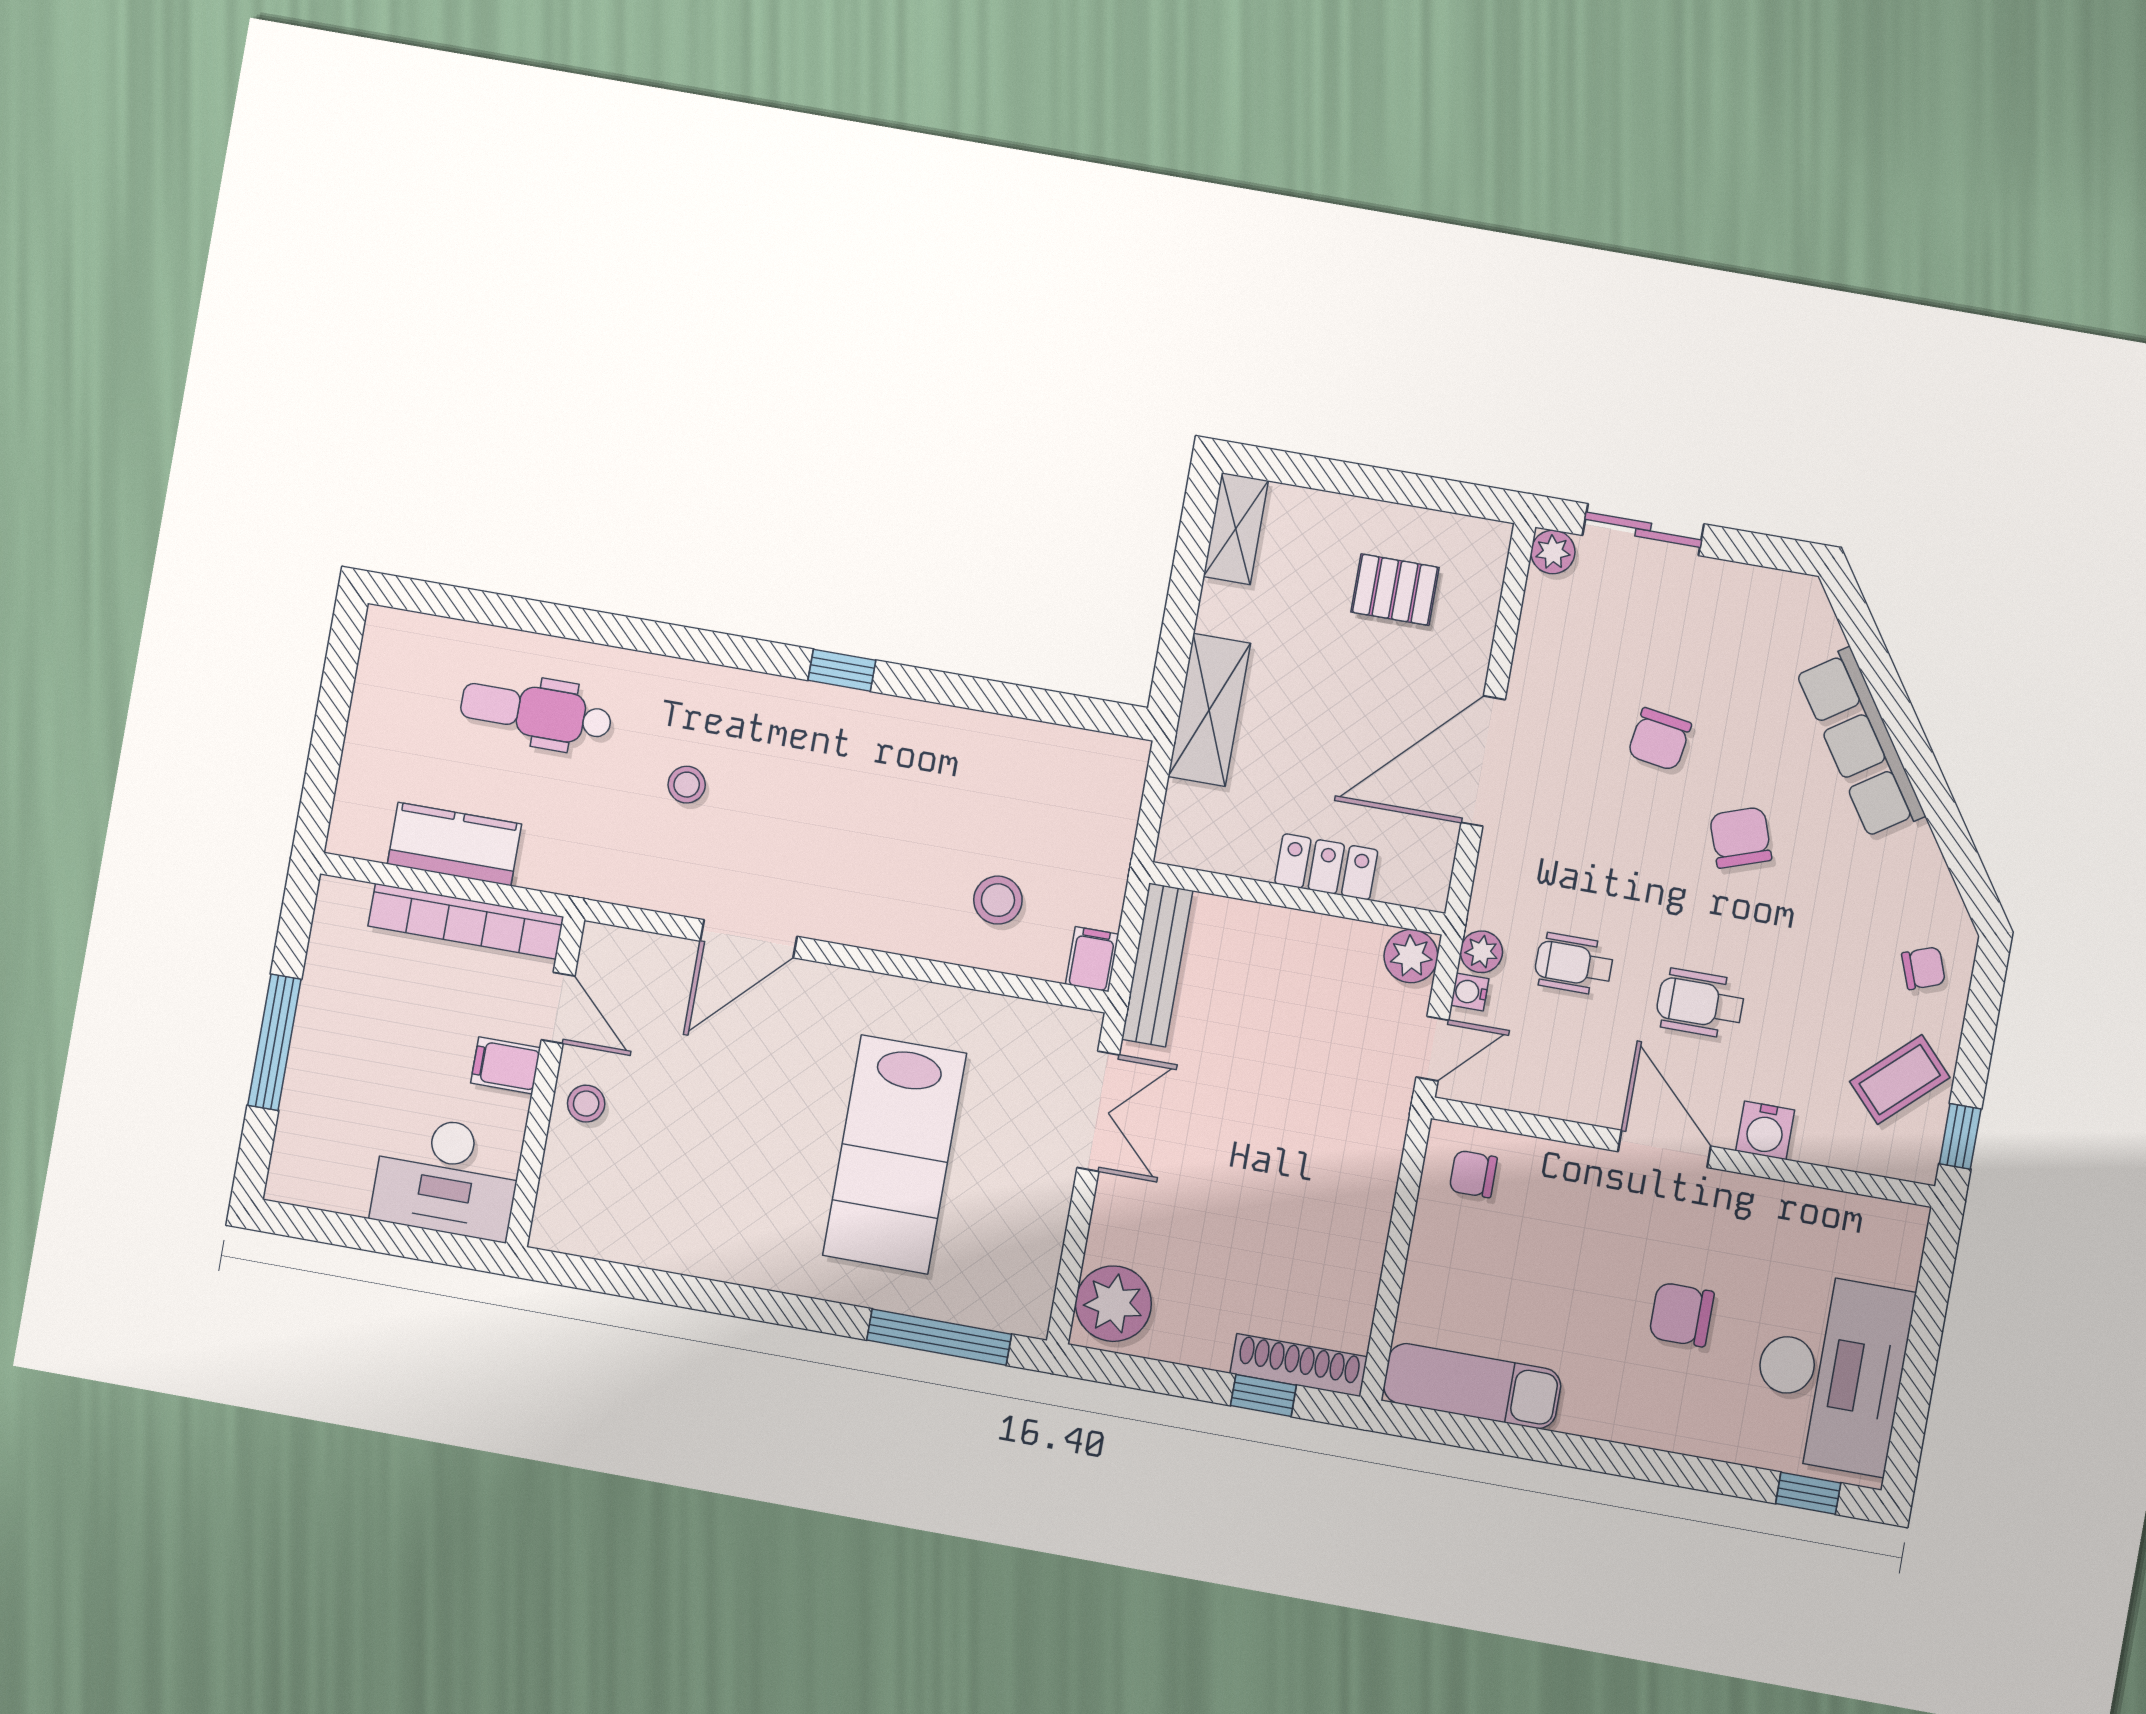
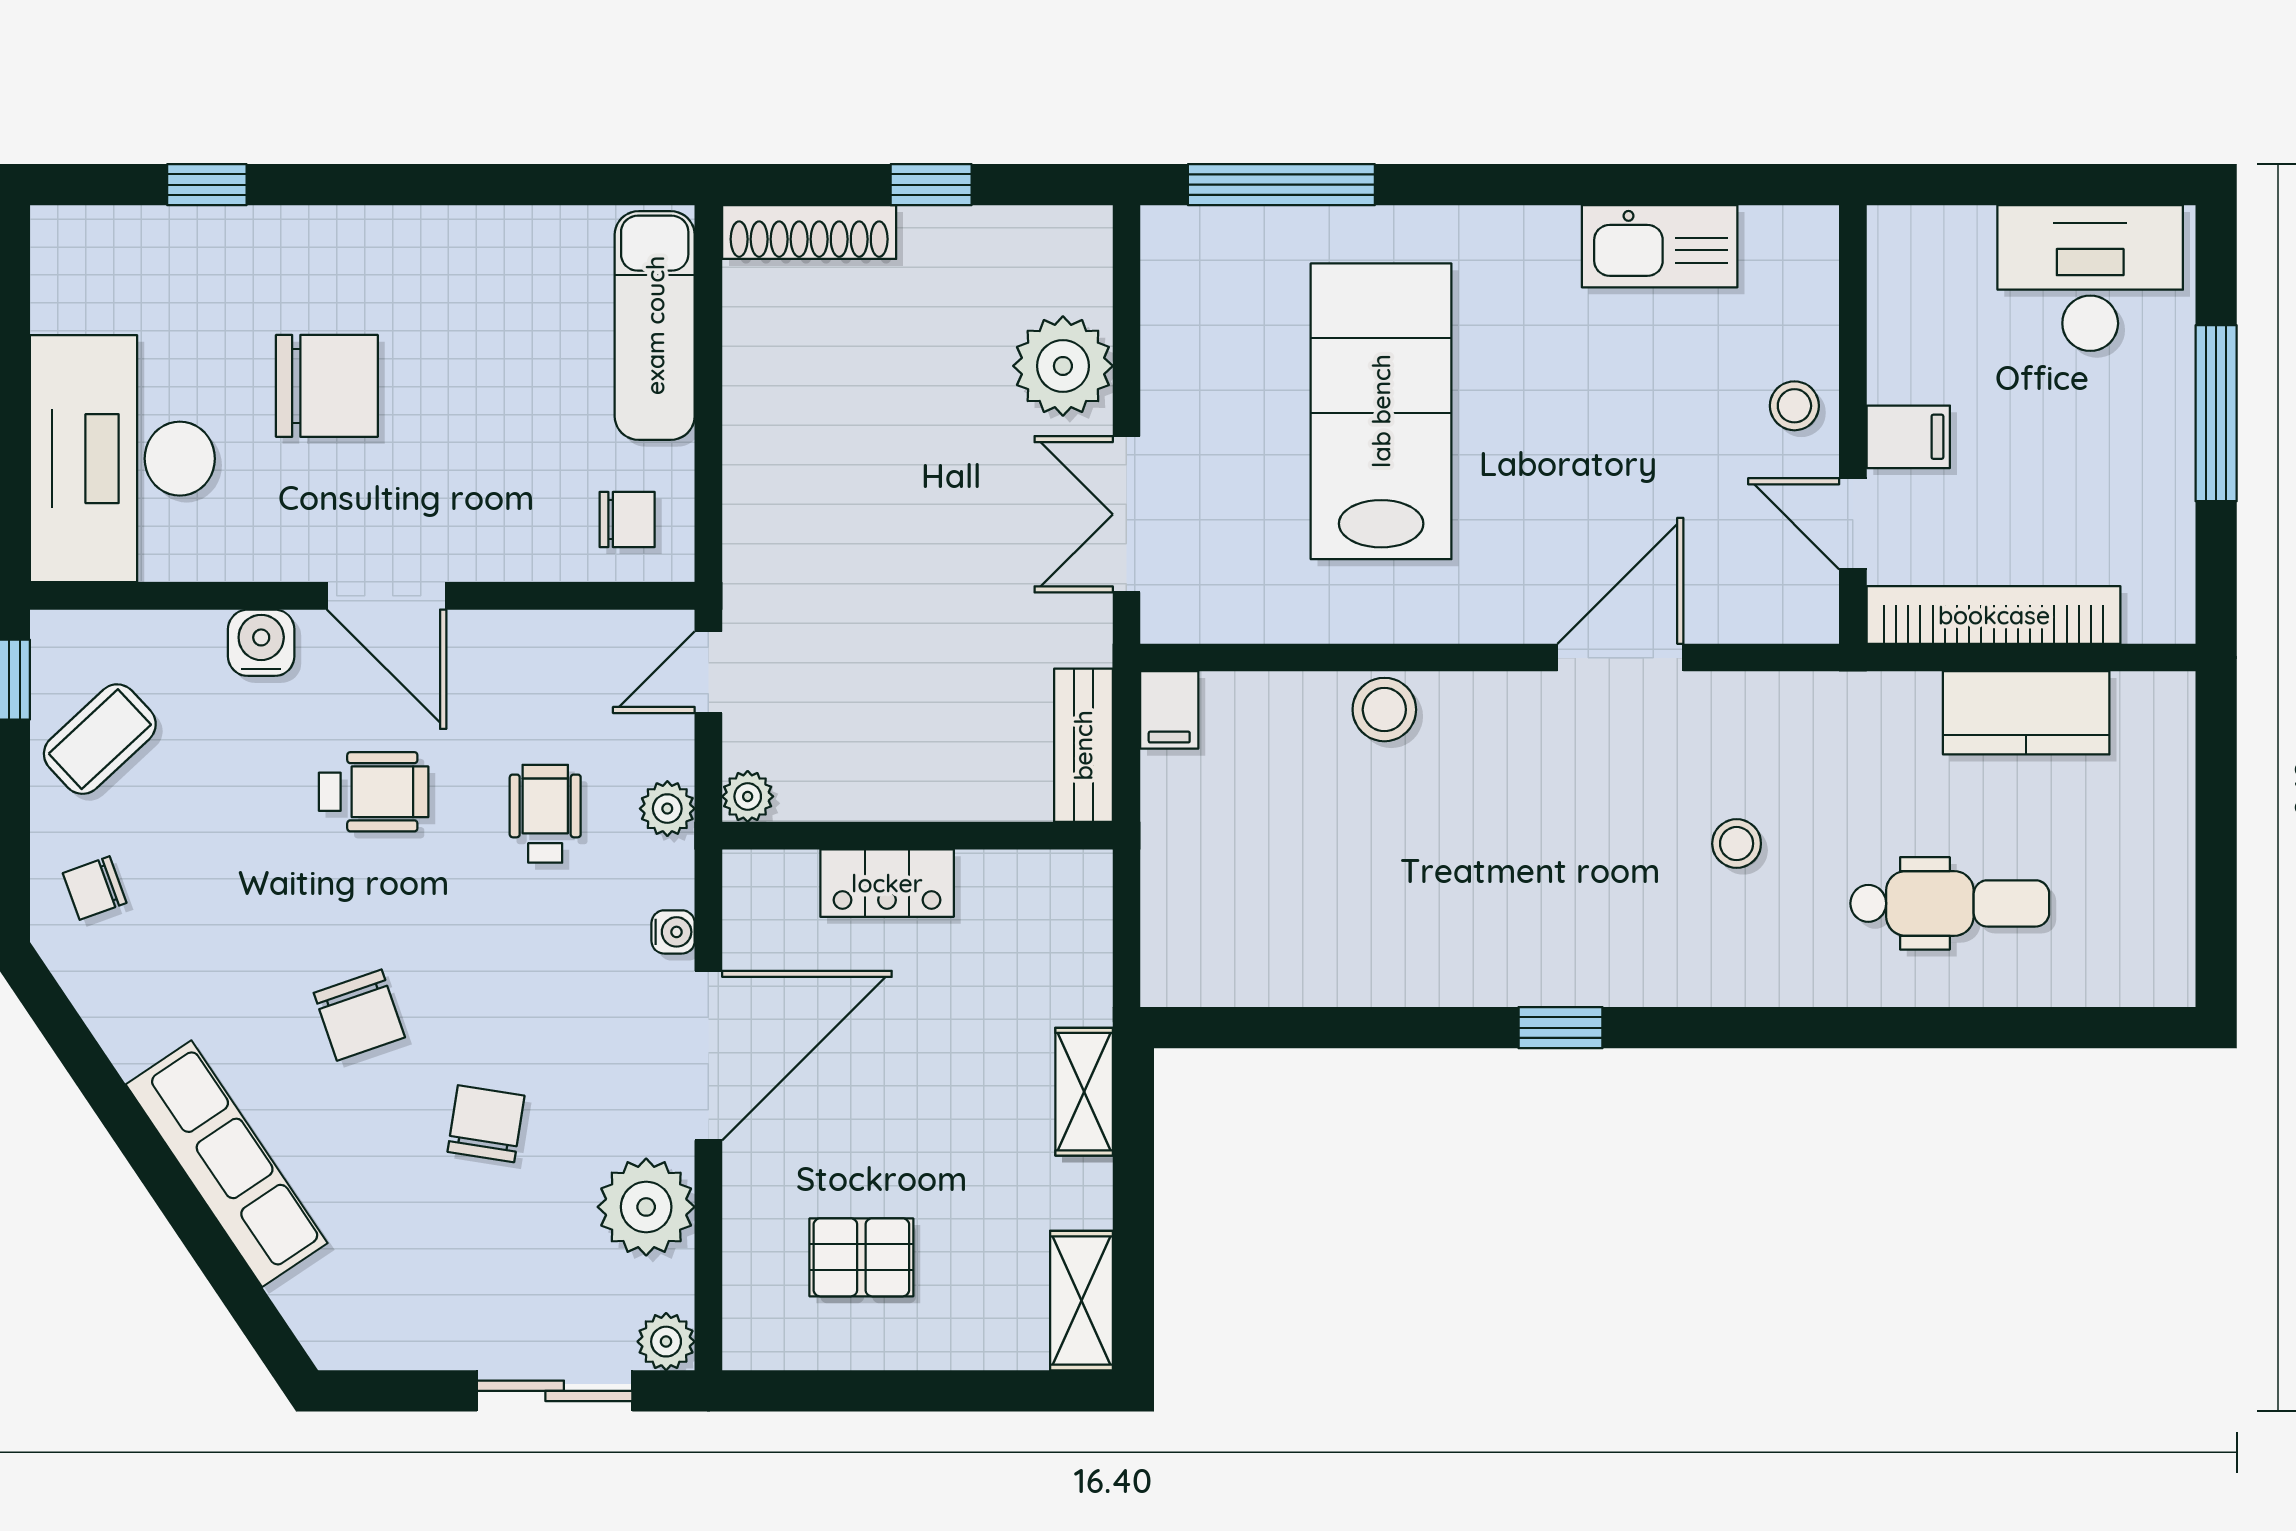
plant: (1550, 656) -> (646, 1207), added
shelving: (1209, 710) -> (1084, 1092), width x0.67, depth x0.75
stool: (998, 900) -> (1384, 710), moved
plant: (1411, 956) -> (748, 796), width x0.73, depth x0.73
wheelchair: (1574, 964) -> (545, 814), turned -90
bench: (1157, 965) -> (1083, 745), width x0.73
water cooler: (1470, 992) -> (673, 932), moved
desk: (447, 1177) -> (2090, 278), moved
kitchen sink: (665, 1241) -> (1660, 246), added
plant: (1113, 1304) -> (1063, 366), moved
chair: (1682, 1315) -> (327, 386), width x1.37, depth x1.37
desk: (1830, 1373) -> (122, 459), moved
exam couch: (1472, 1386) -> (655, 325), moved, turned 90
window: (1263, 1395) -> (931, 185), moved
window: (1808, 1493) -> (207, 185), moved

